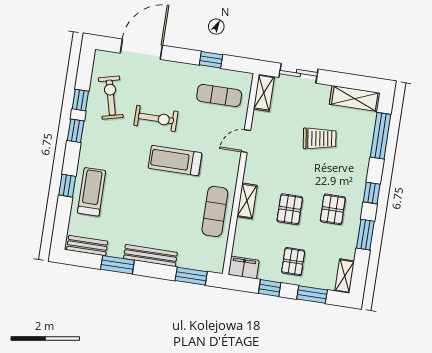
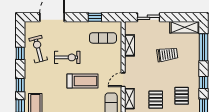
shelving: (264, 93) -> (130, 45), moved
window: (76, 131) -> (20, 85), moved
door: (246, 141) -> (123, 80), moved
treadmill: (175, 161) -> (82, 81), turned 180

